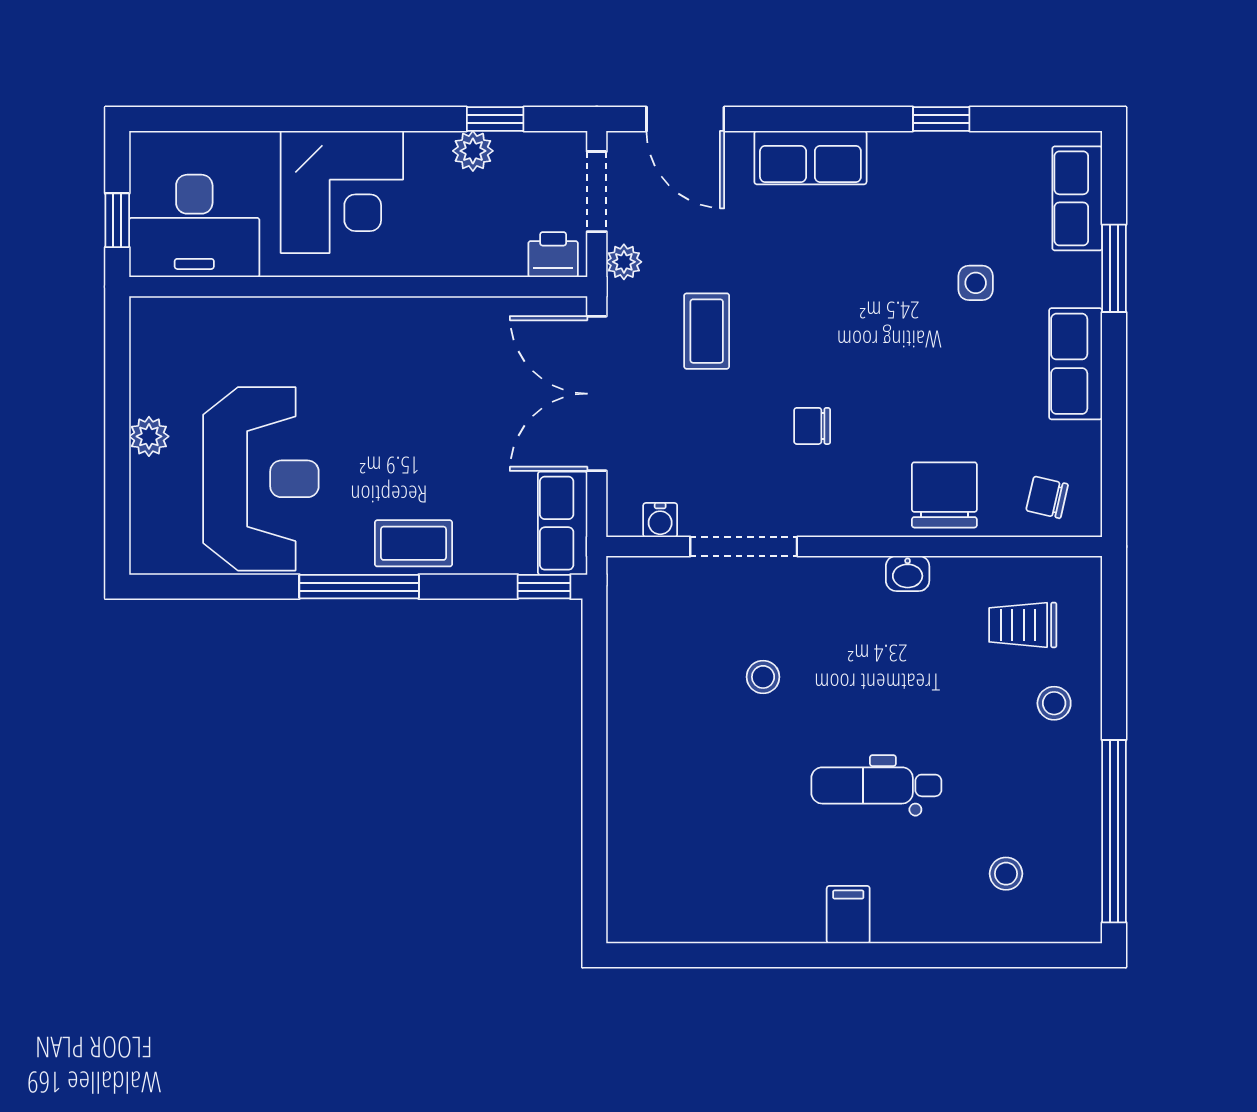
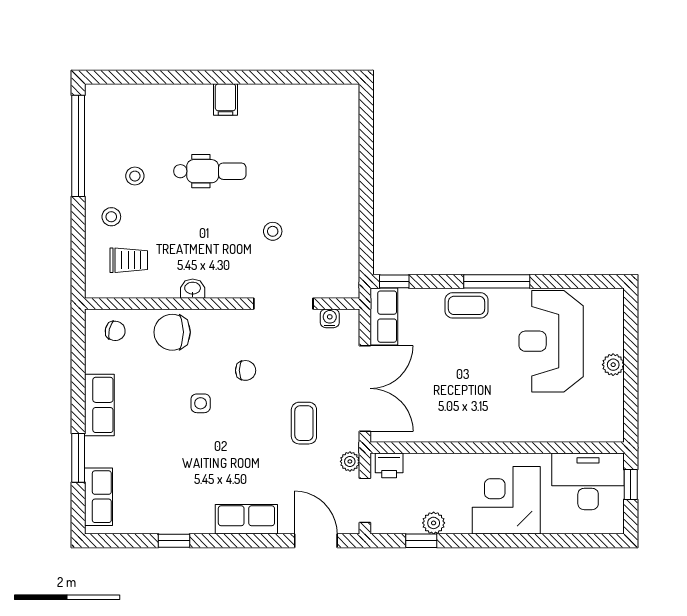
side table: (976, 283) -> (201, 403), moved
chair: (944, 495) -> (172, 332), turned 90
stool: (1006, 874) -> (135, 176), moved

